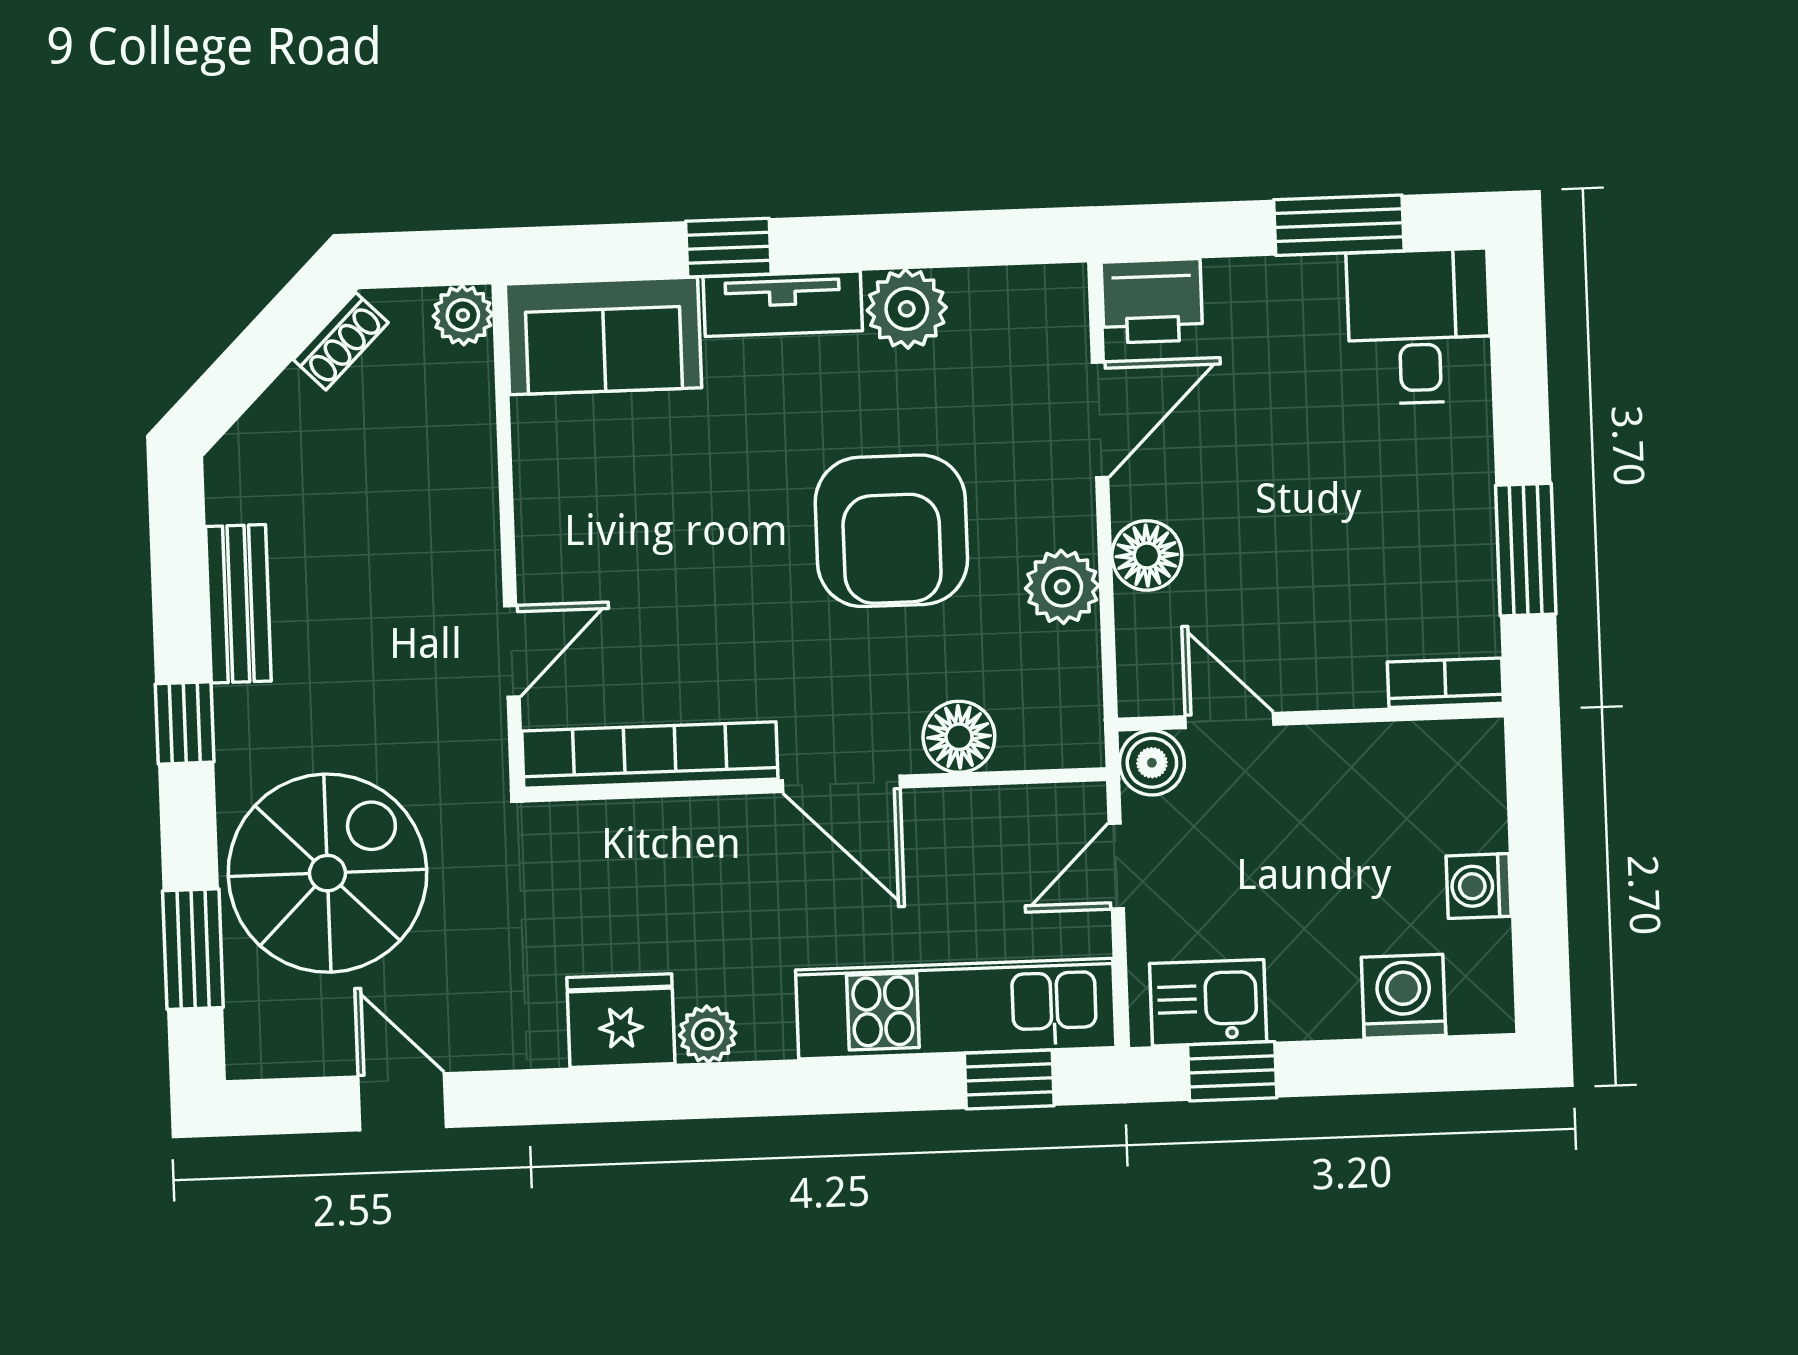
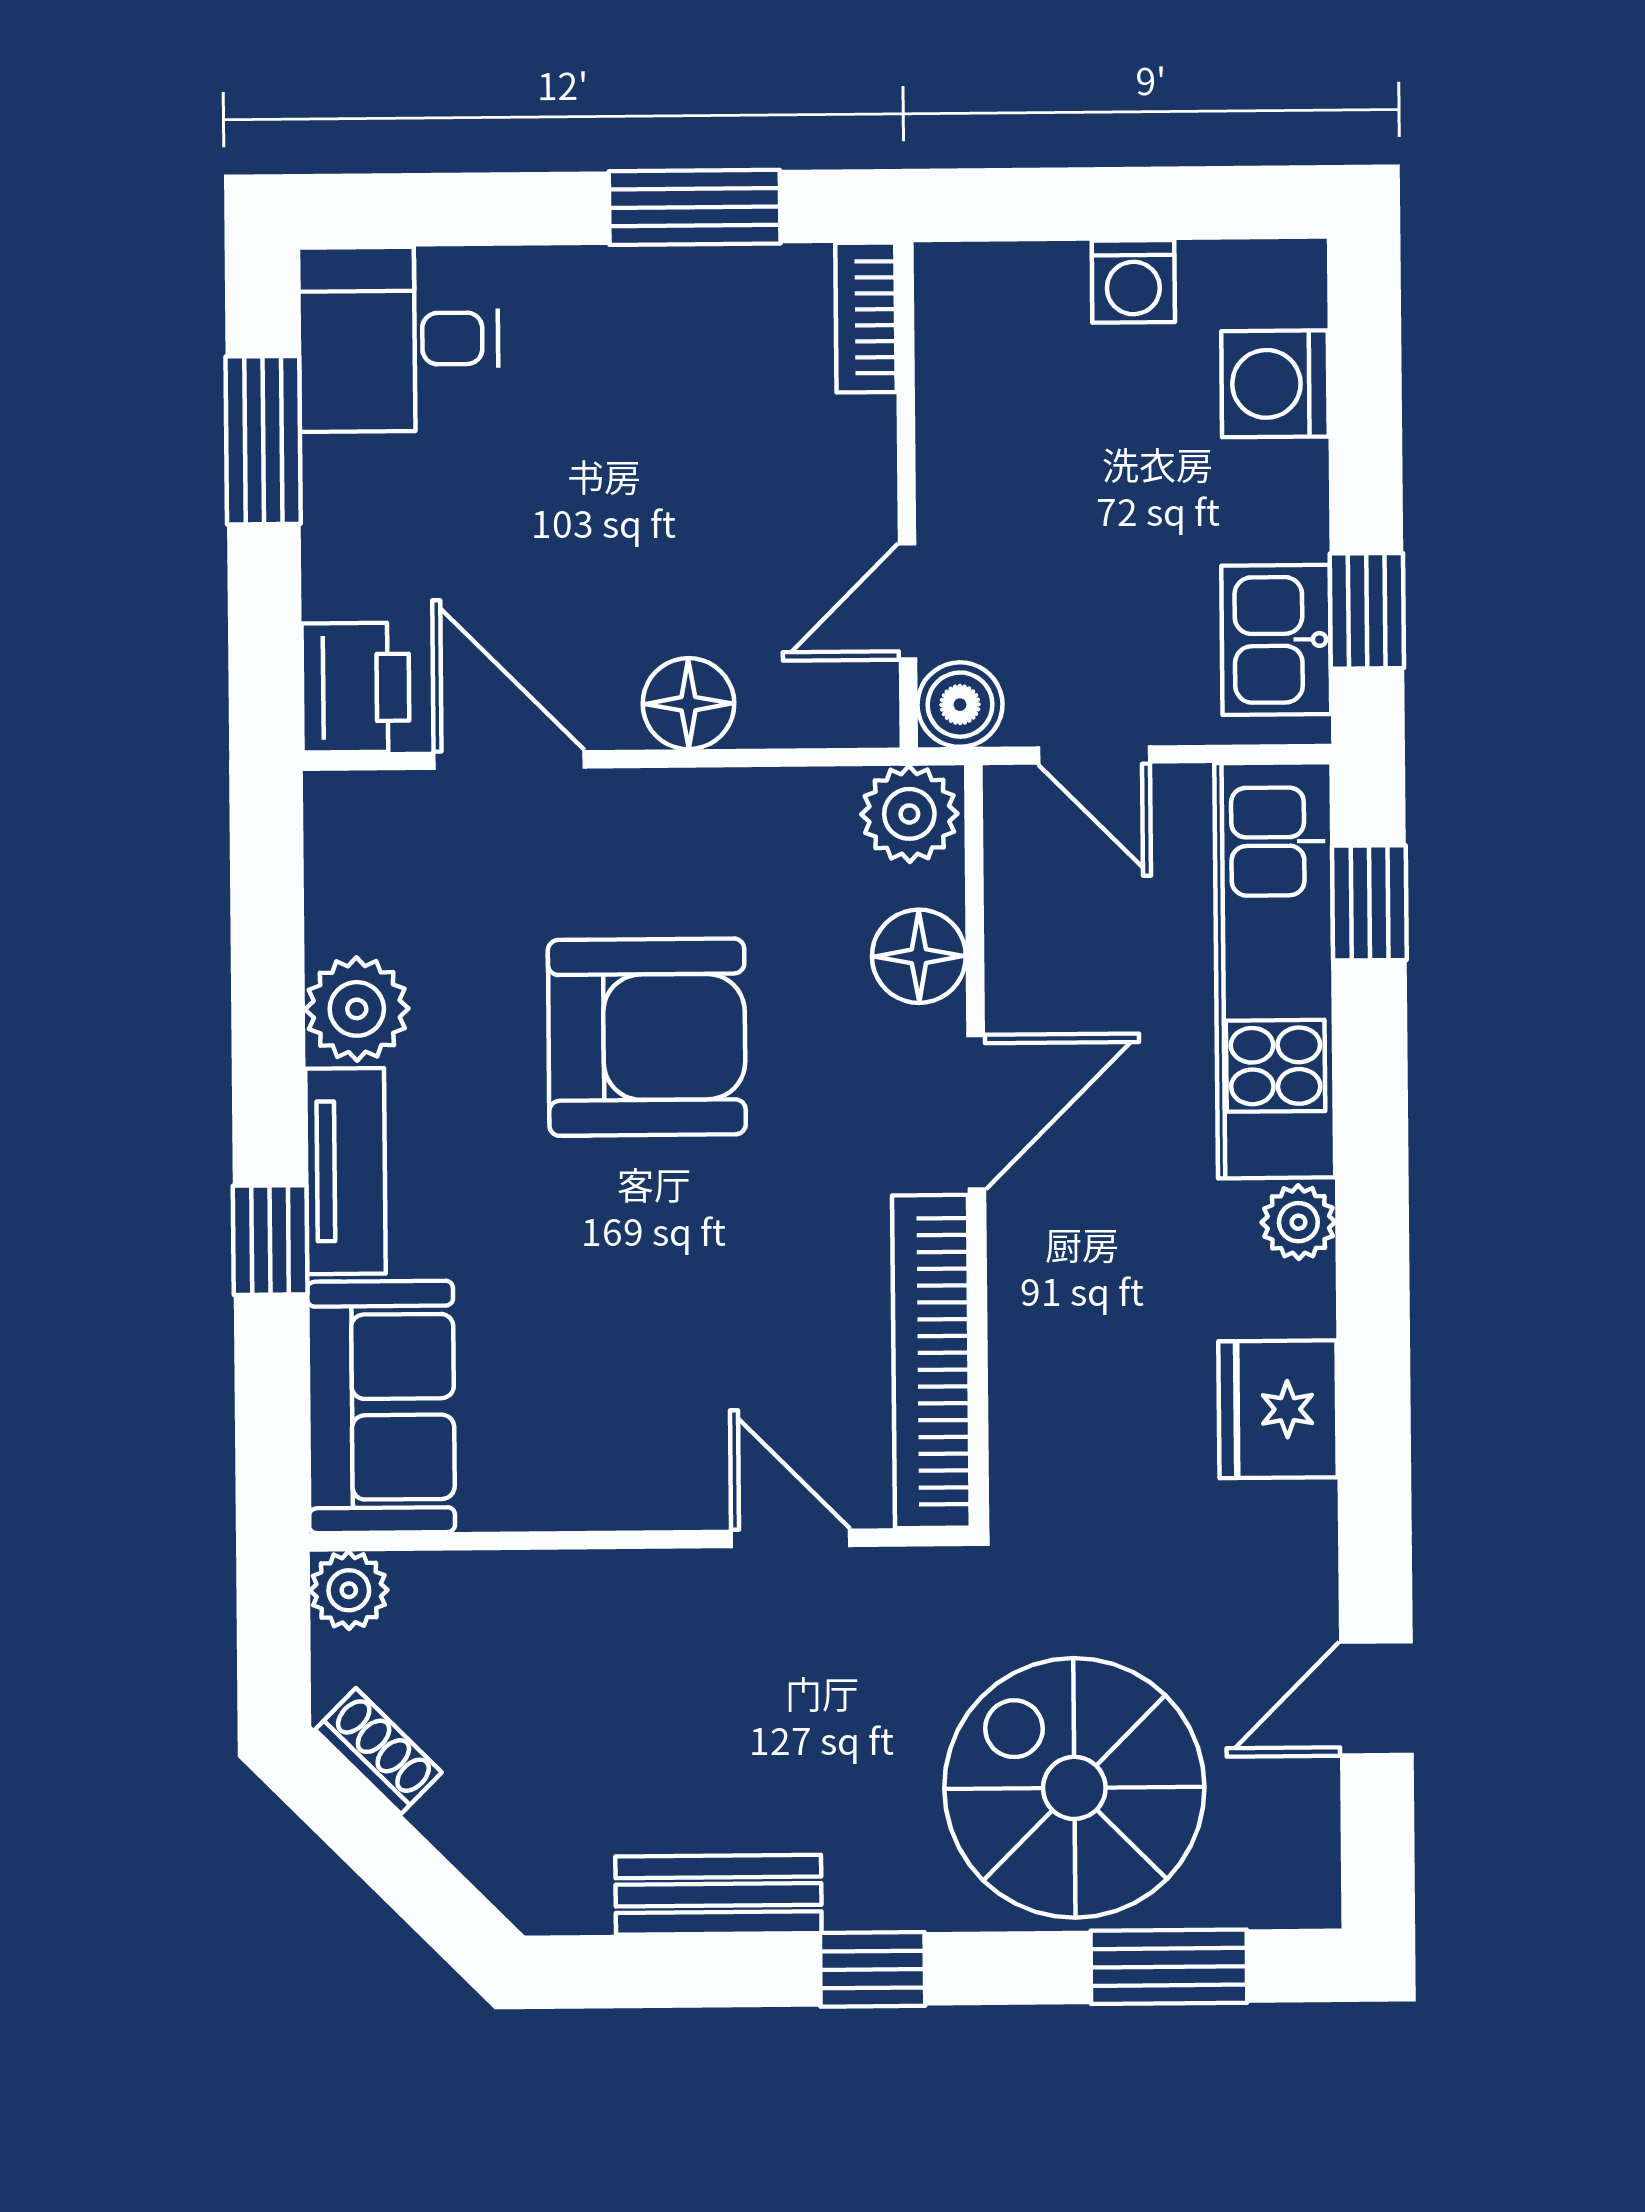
plant: (1062, 587) -> (909, 814), moved
plant: (708, 1034) -> (1298, 1222), moved

